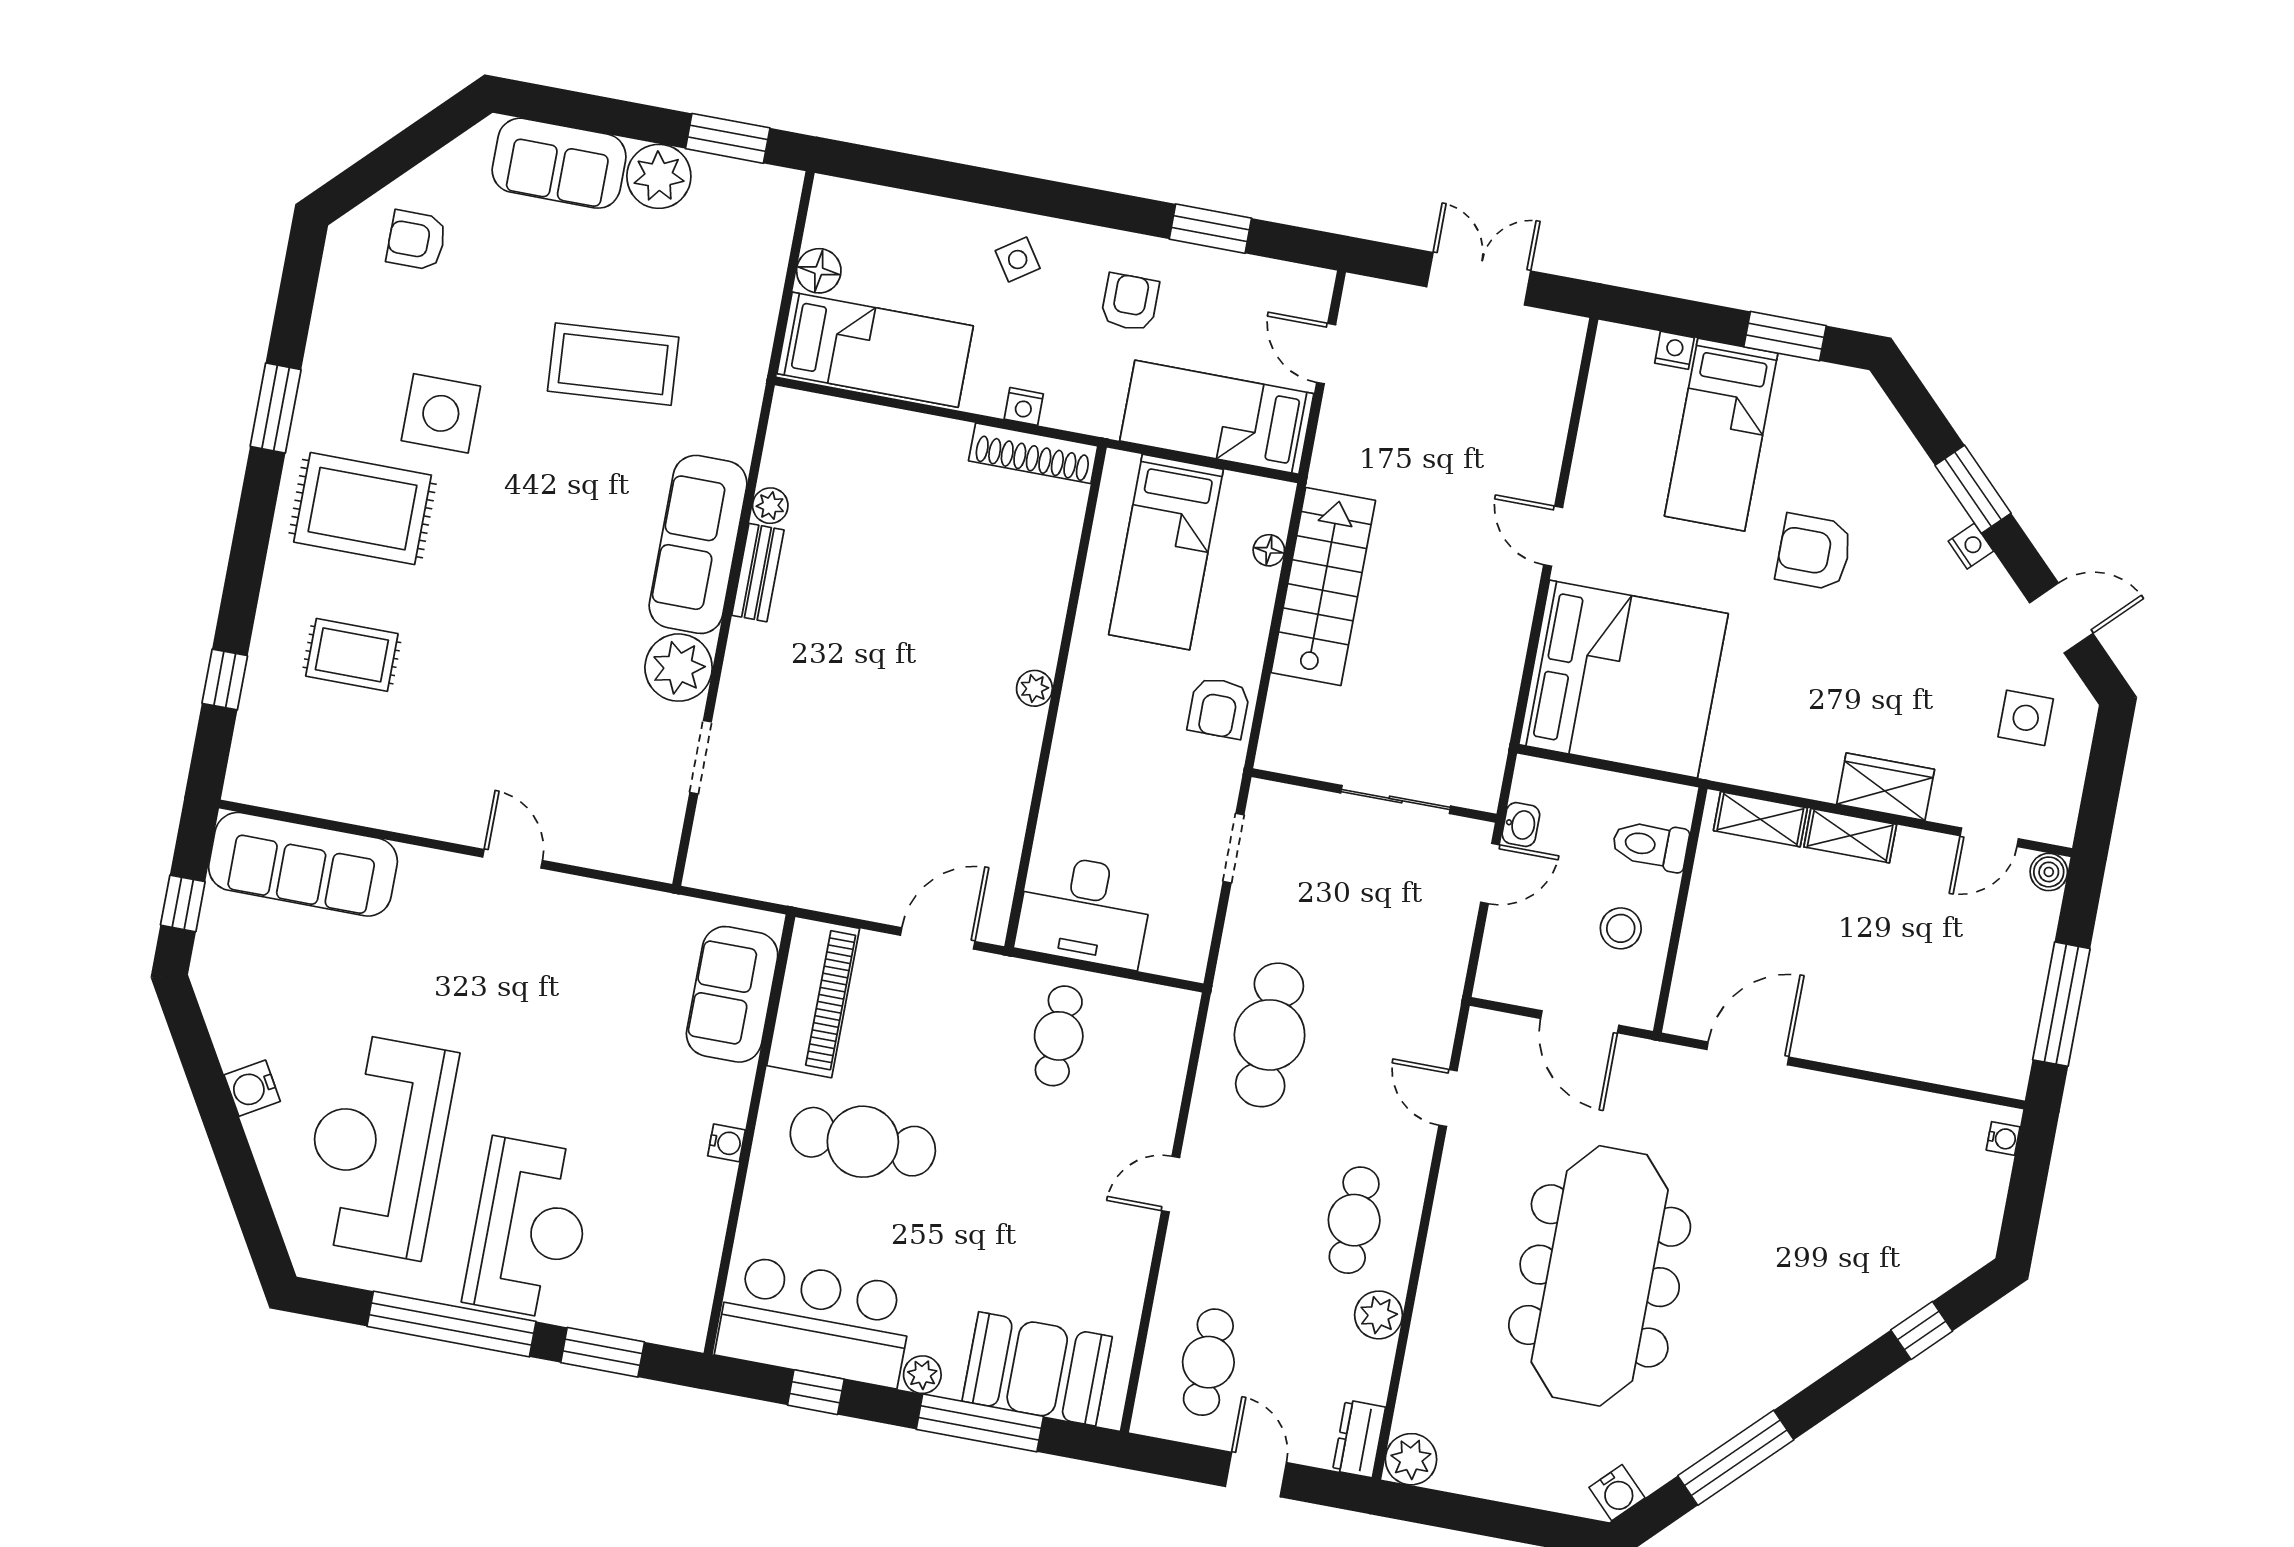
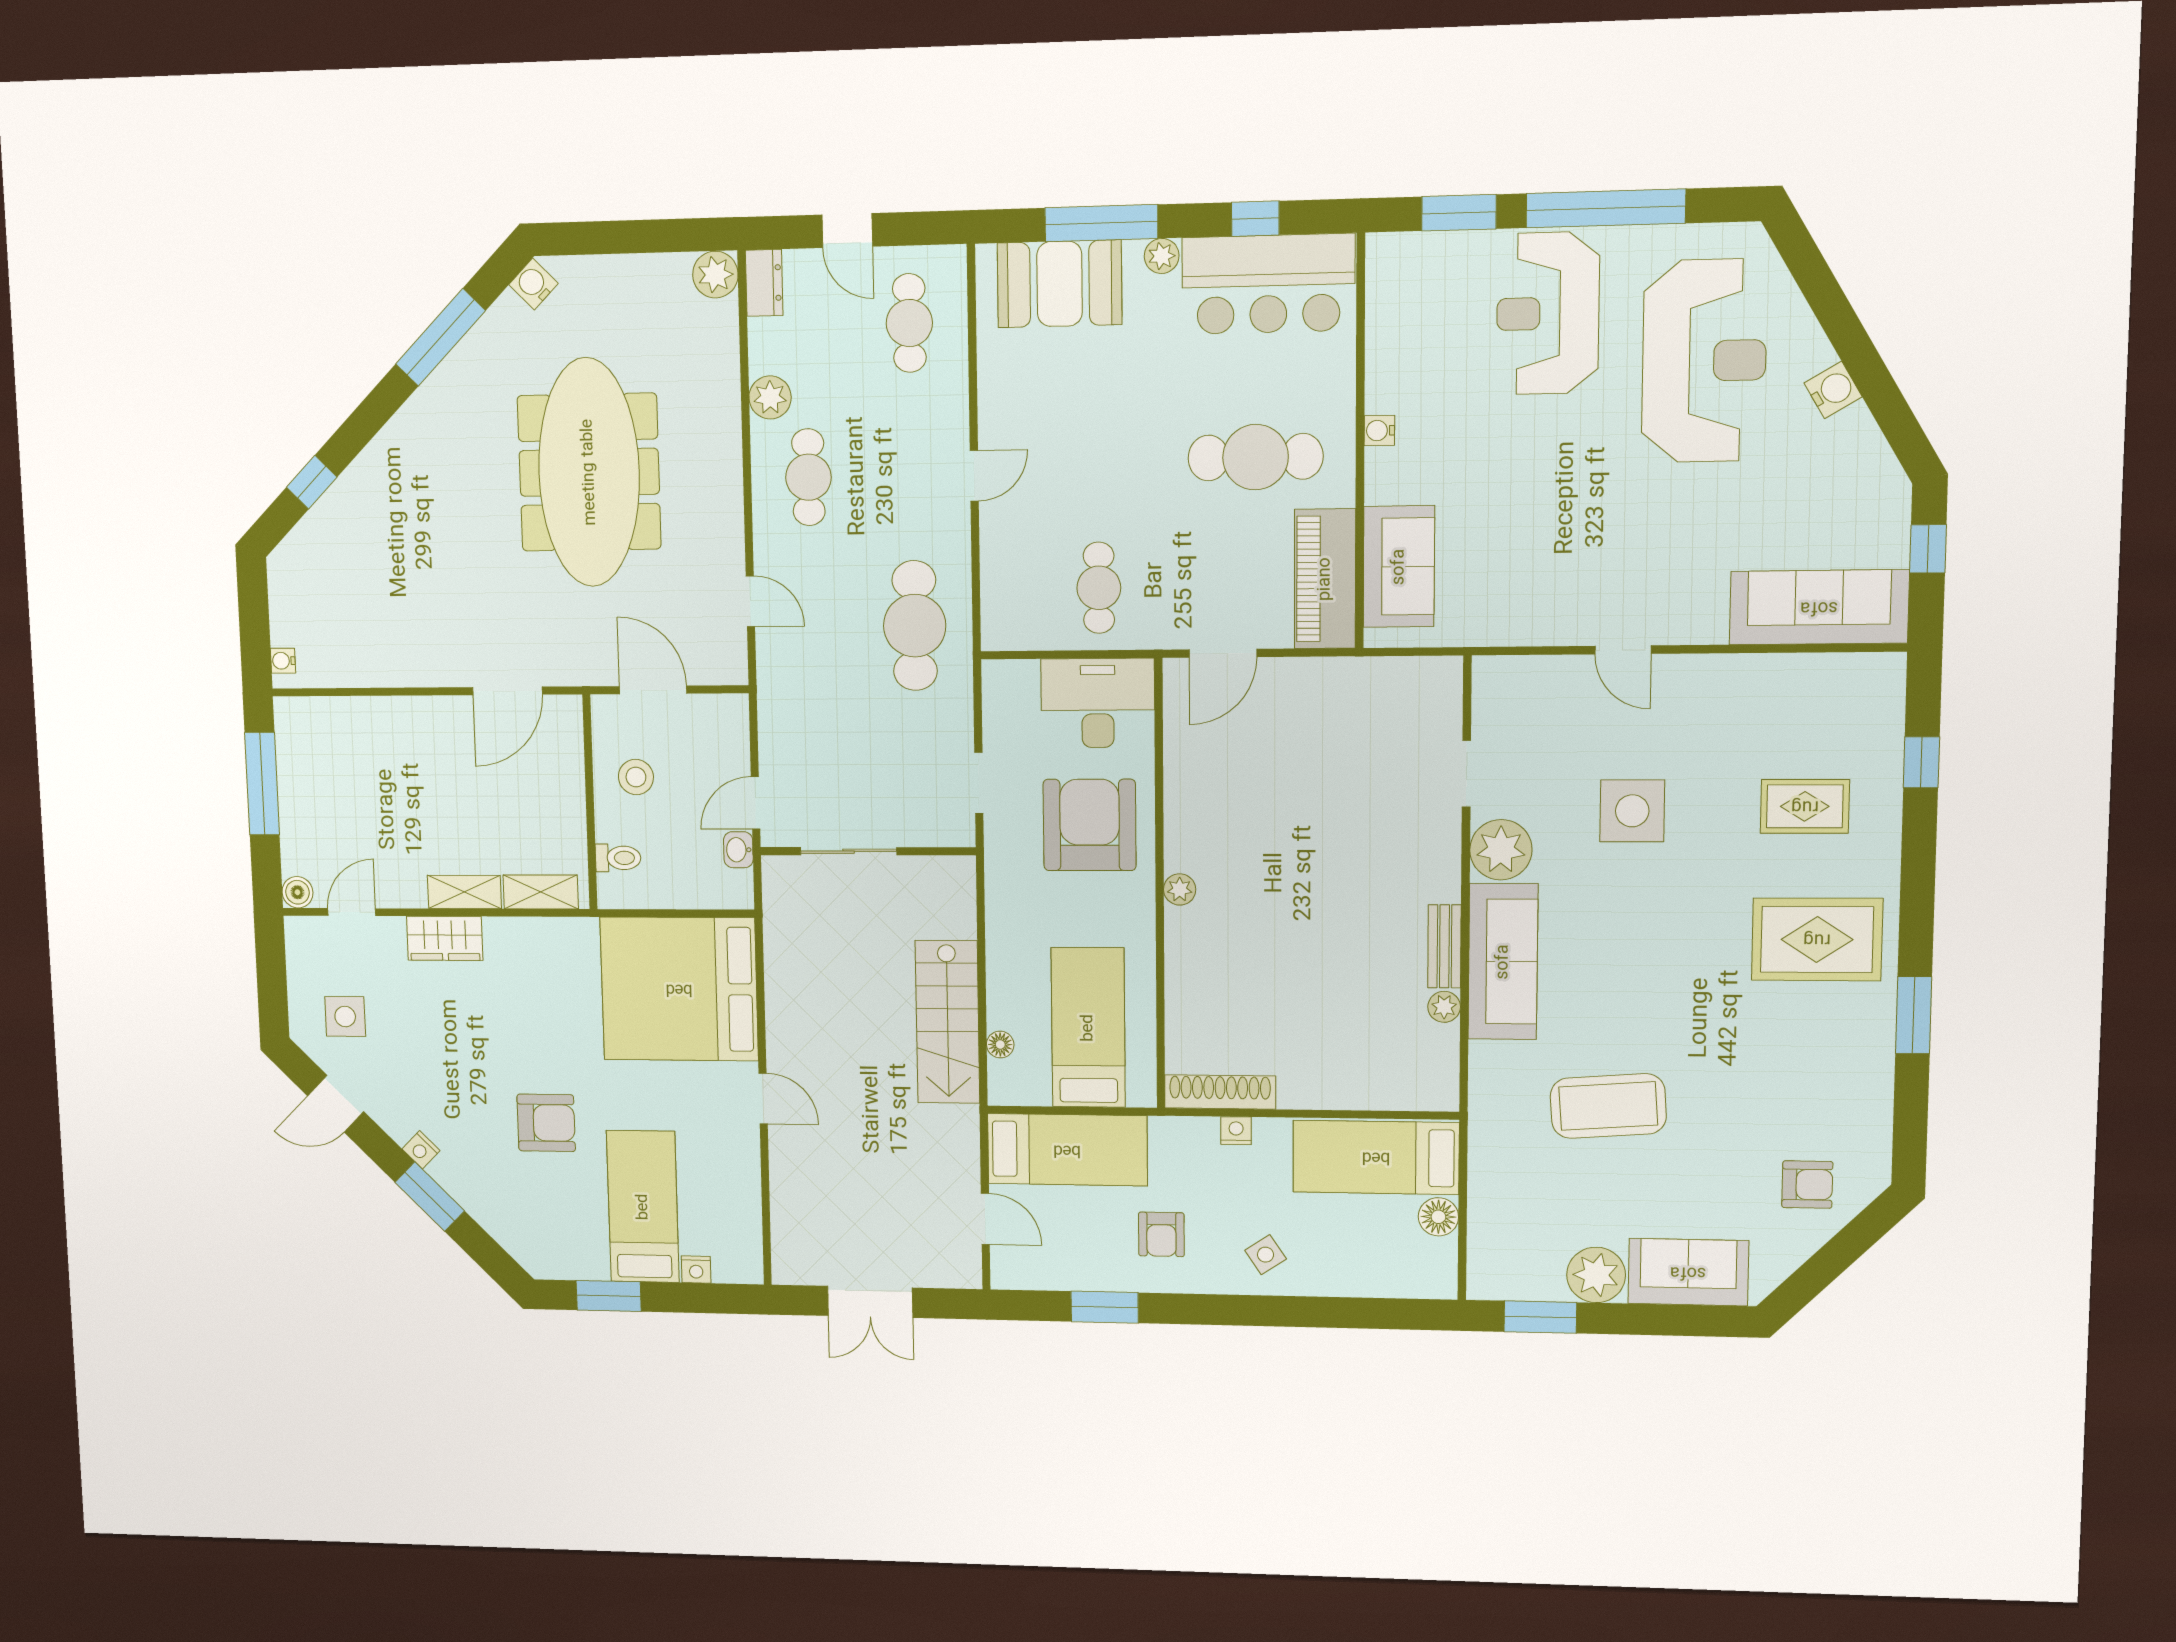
side table: (441, 413) -> (1632, 811), moved
armchair: (1219, 708) -> (1090, 825), moved, width x1.88, depth x1.88
toilet: (1650, 845) -> (618, 858), width x0.73, depth x0.72

